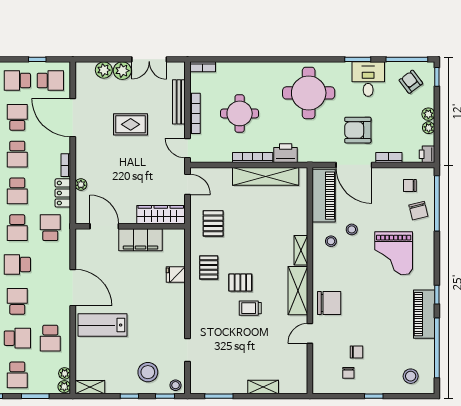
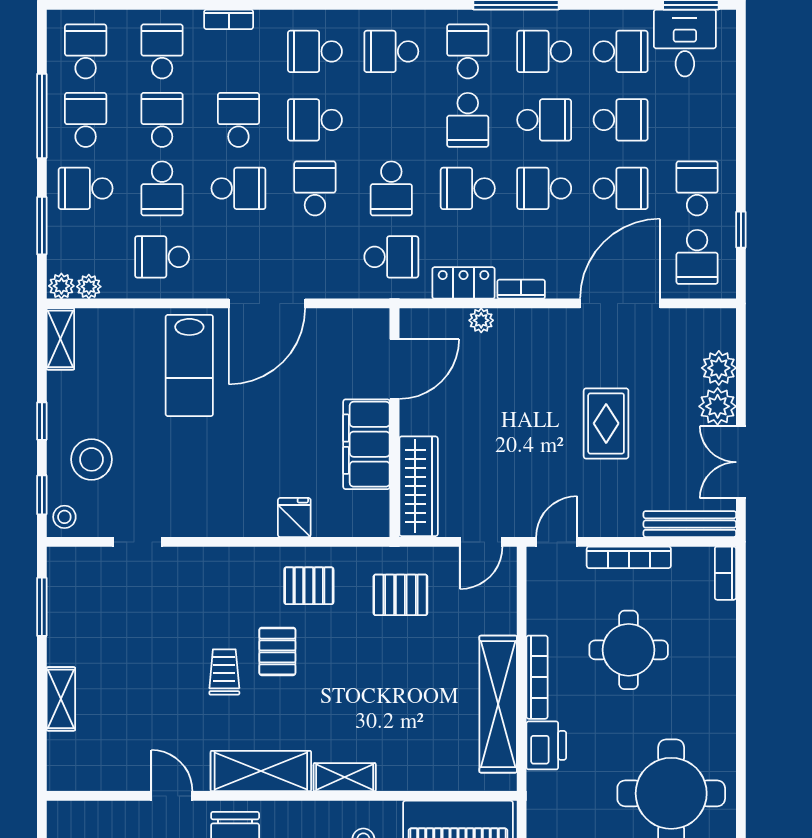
bench: (179, 102) -> (690, 524), moved
school desk: (17, 228) -> (391, 188), turned -90
lab bench: (103, 325) -> (189, 365), turned 180

